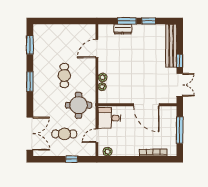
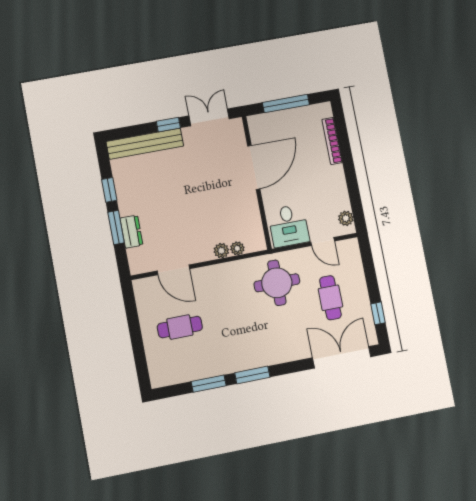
window: (30, 45) -> (209, 384), moved
cafe table: (64, 75) -> (180, 327), moved
window: (72, 159) -> (378, 313), moved

